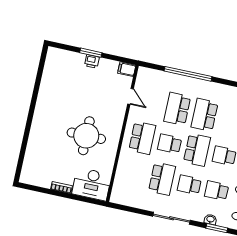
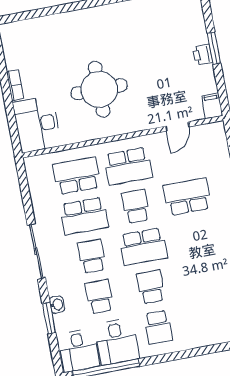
school desk: (205, 115) -> (77, 176), moved

